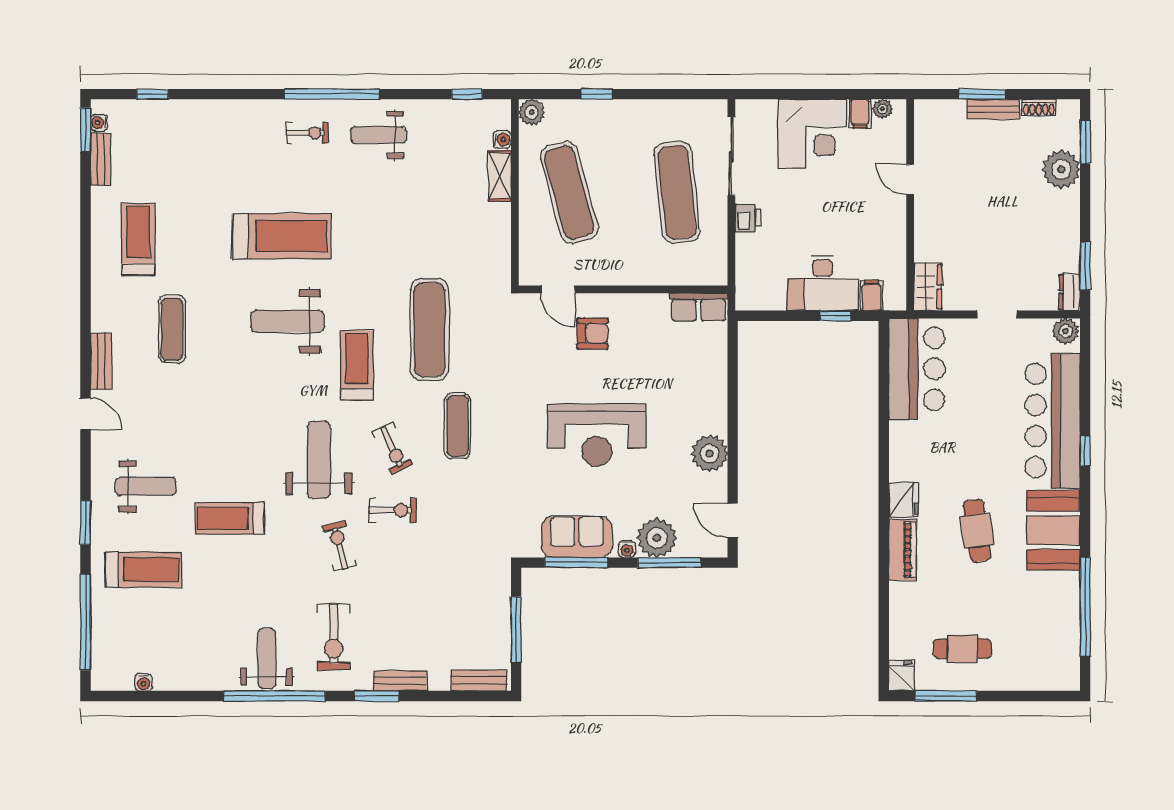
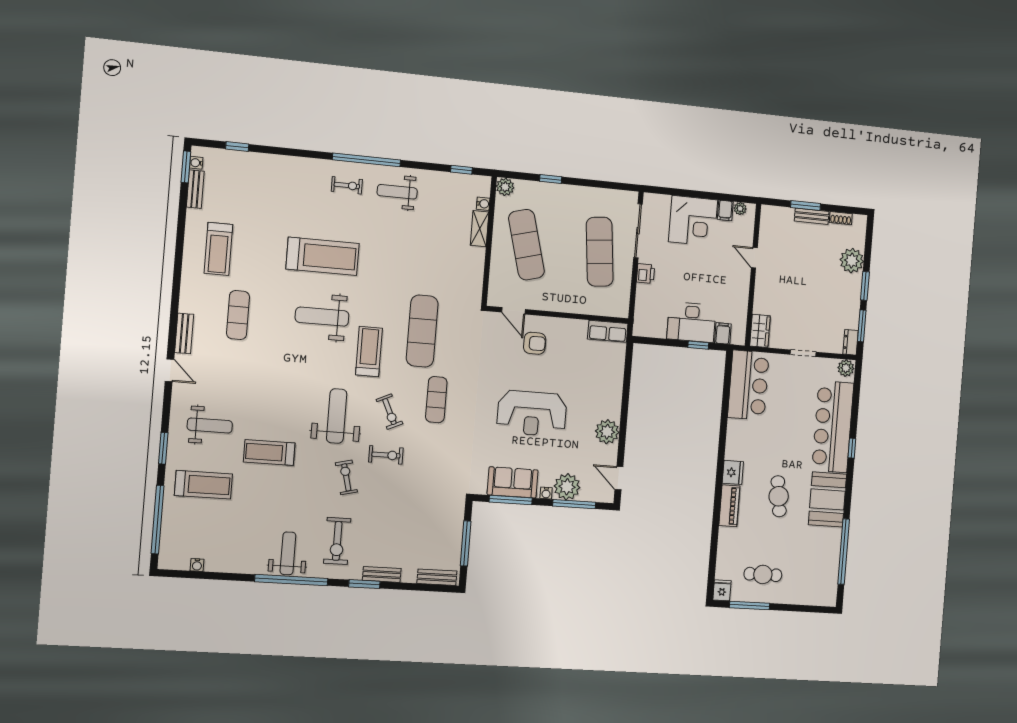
window: (1085, 142) -> (865, 286), moved
treadmill: (138, 239) -> (218, 249), turned 180

